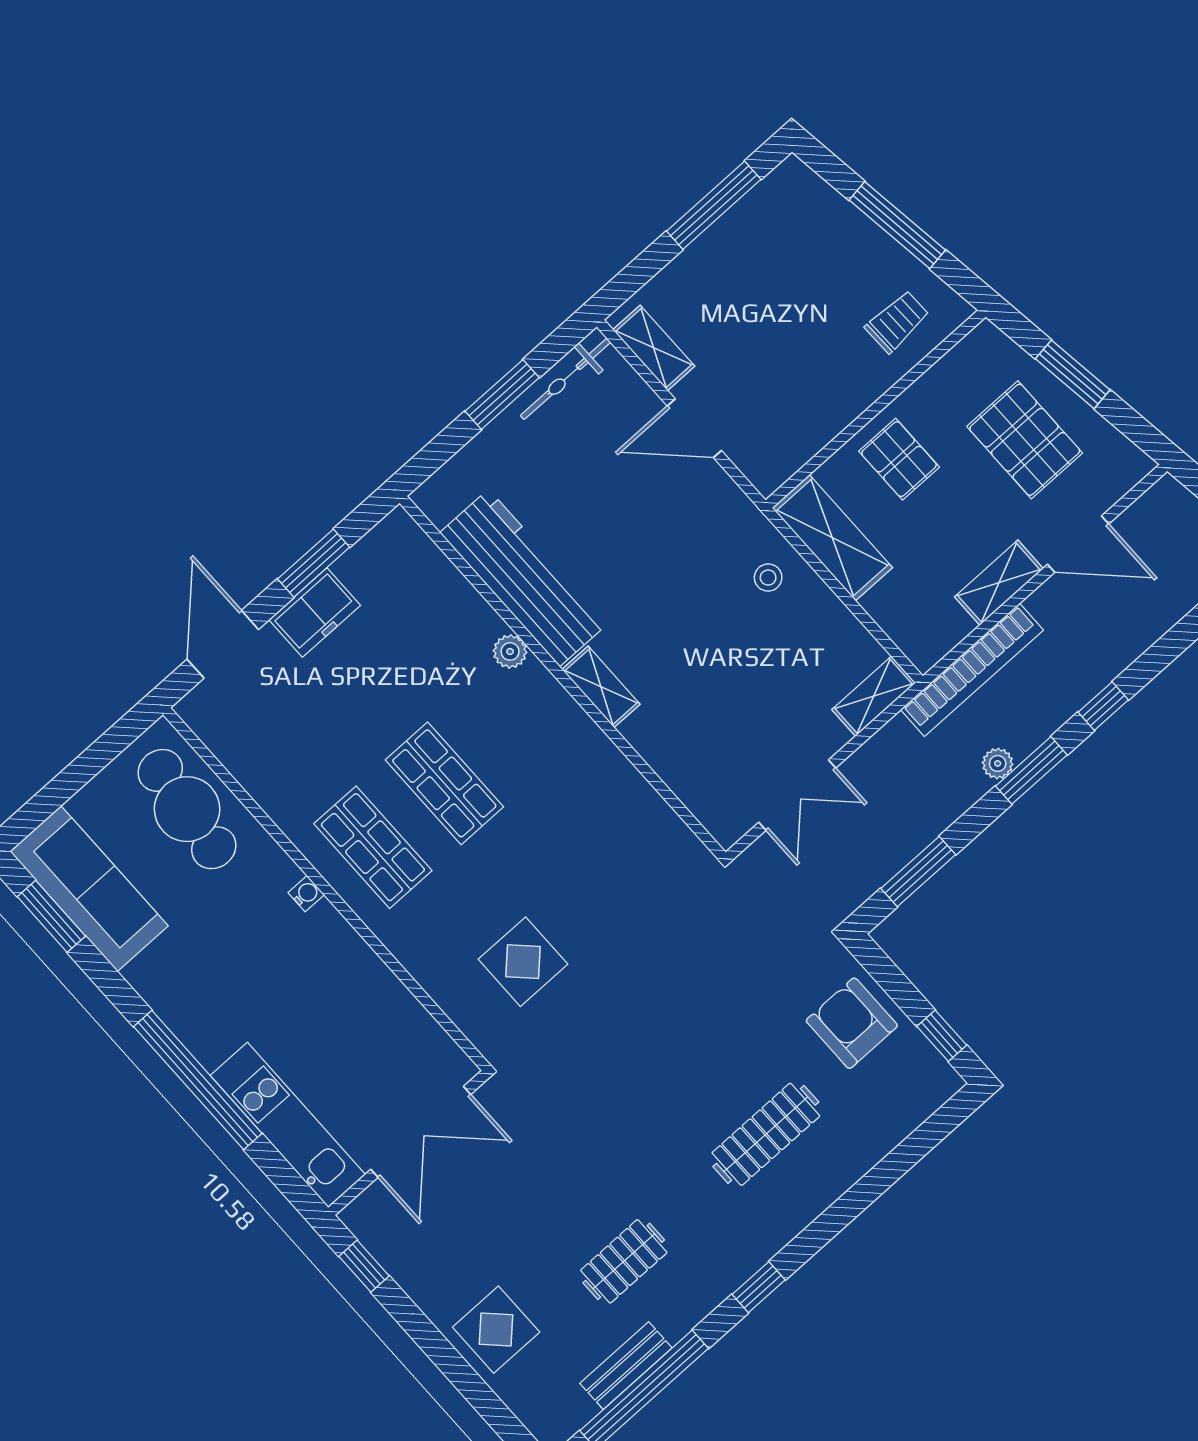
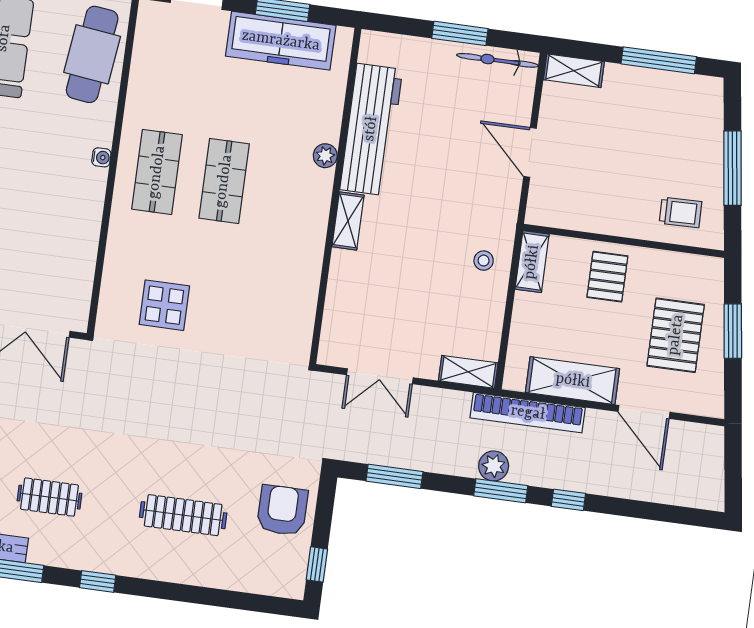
shelving: (654, 348) -> (574, 71), moved, turned 90
shelving: (832, 538) -> (532, 262), width x0.67, depth x0.75
shelving: (999, 583) -> (573, 381), width x1.50, depth x1.33
freezer: (315, 613) -> (281, 41), width x1.91, depth x1.26
plant: (998, 763) -> (494, 466), width x1.38, depth x1.38

